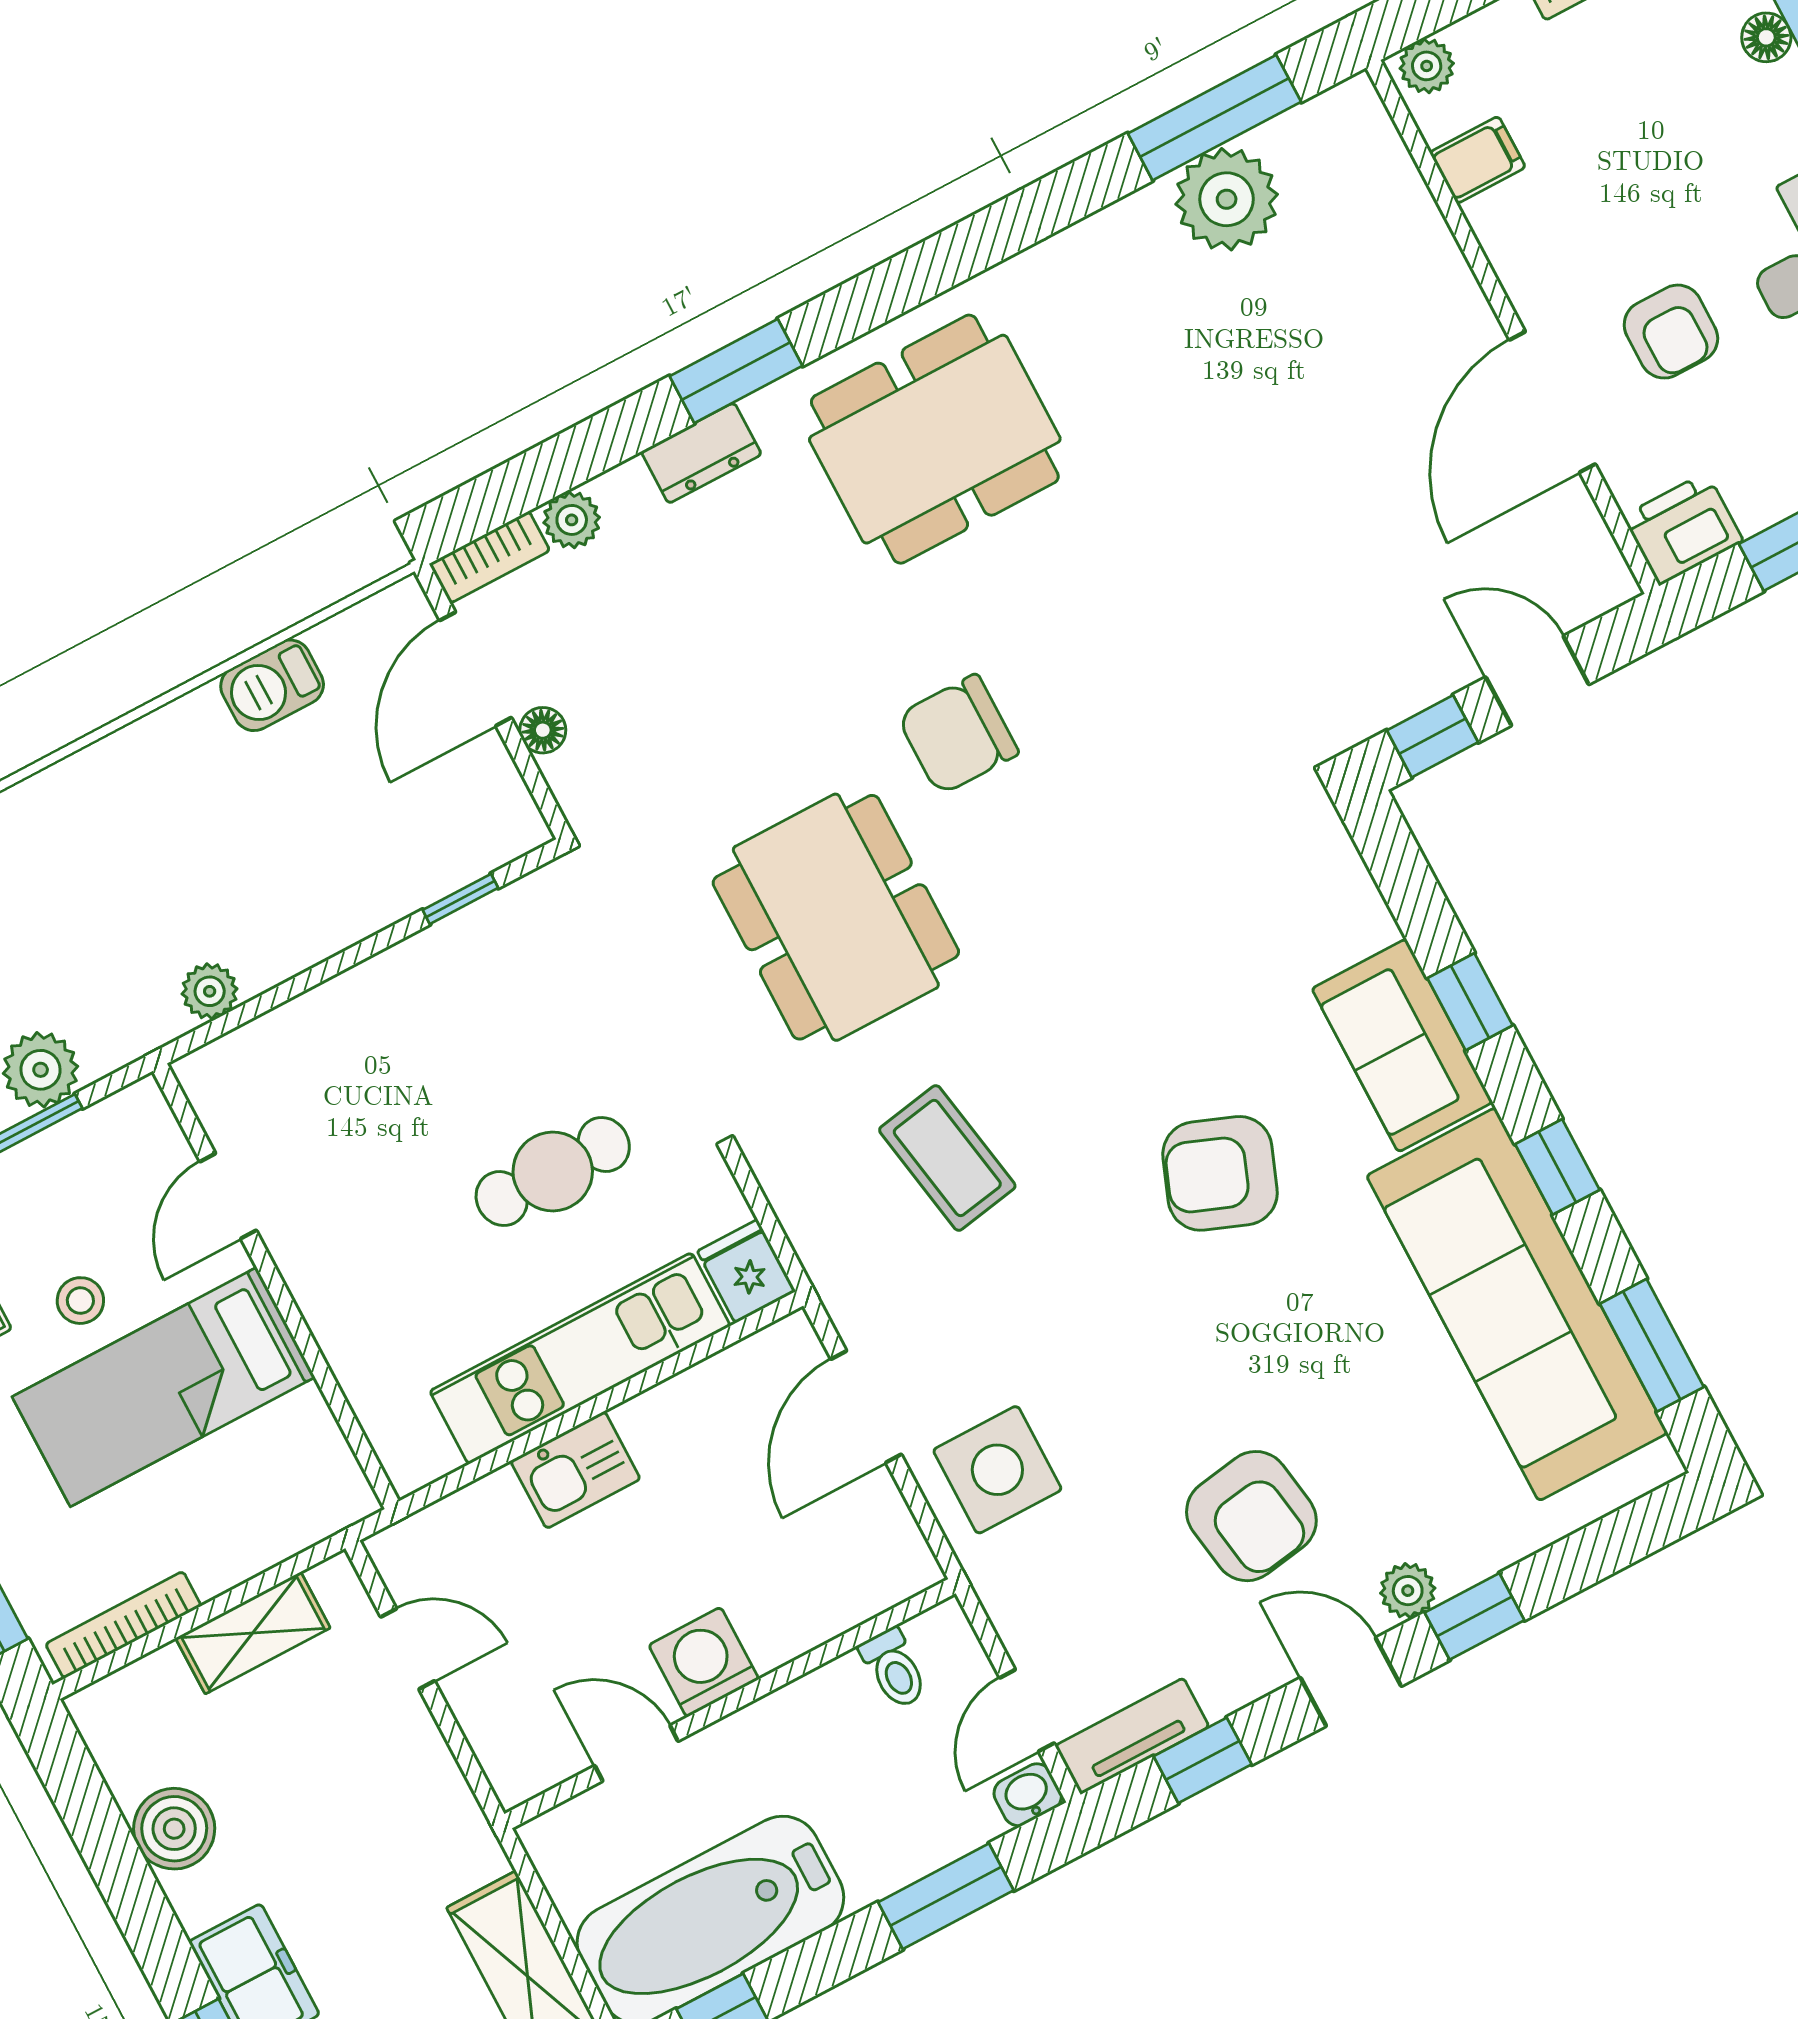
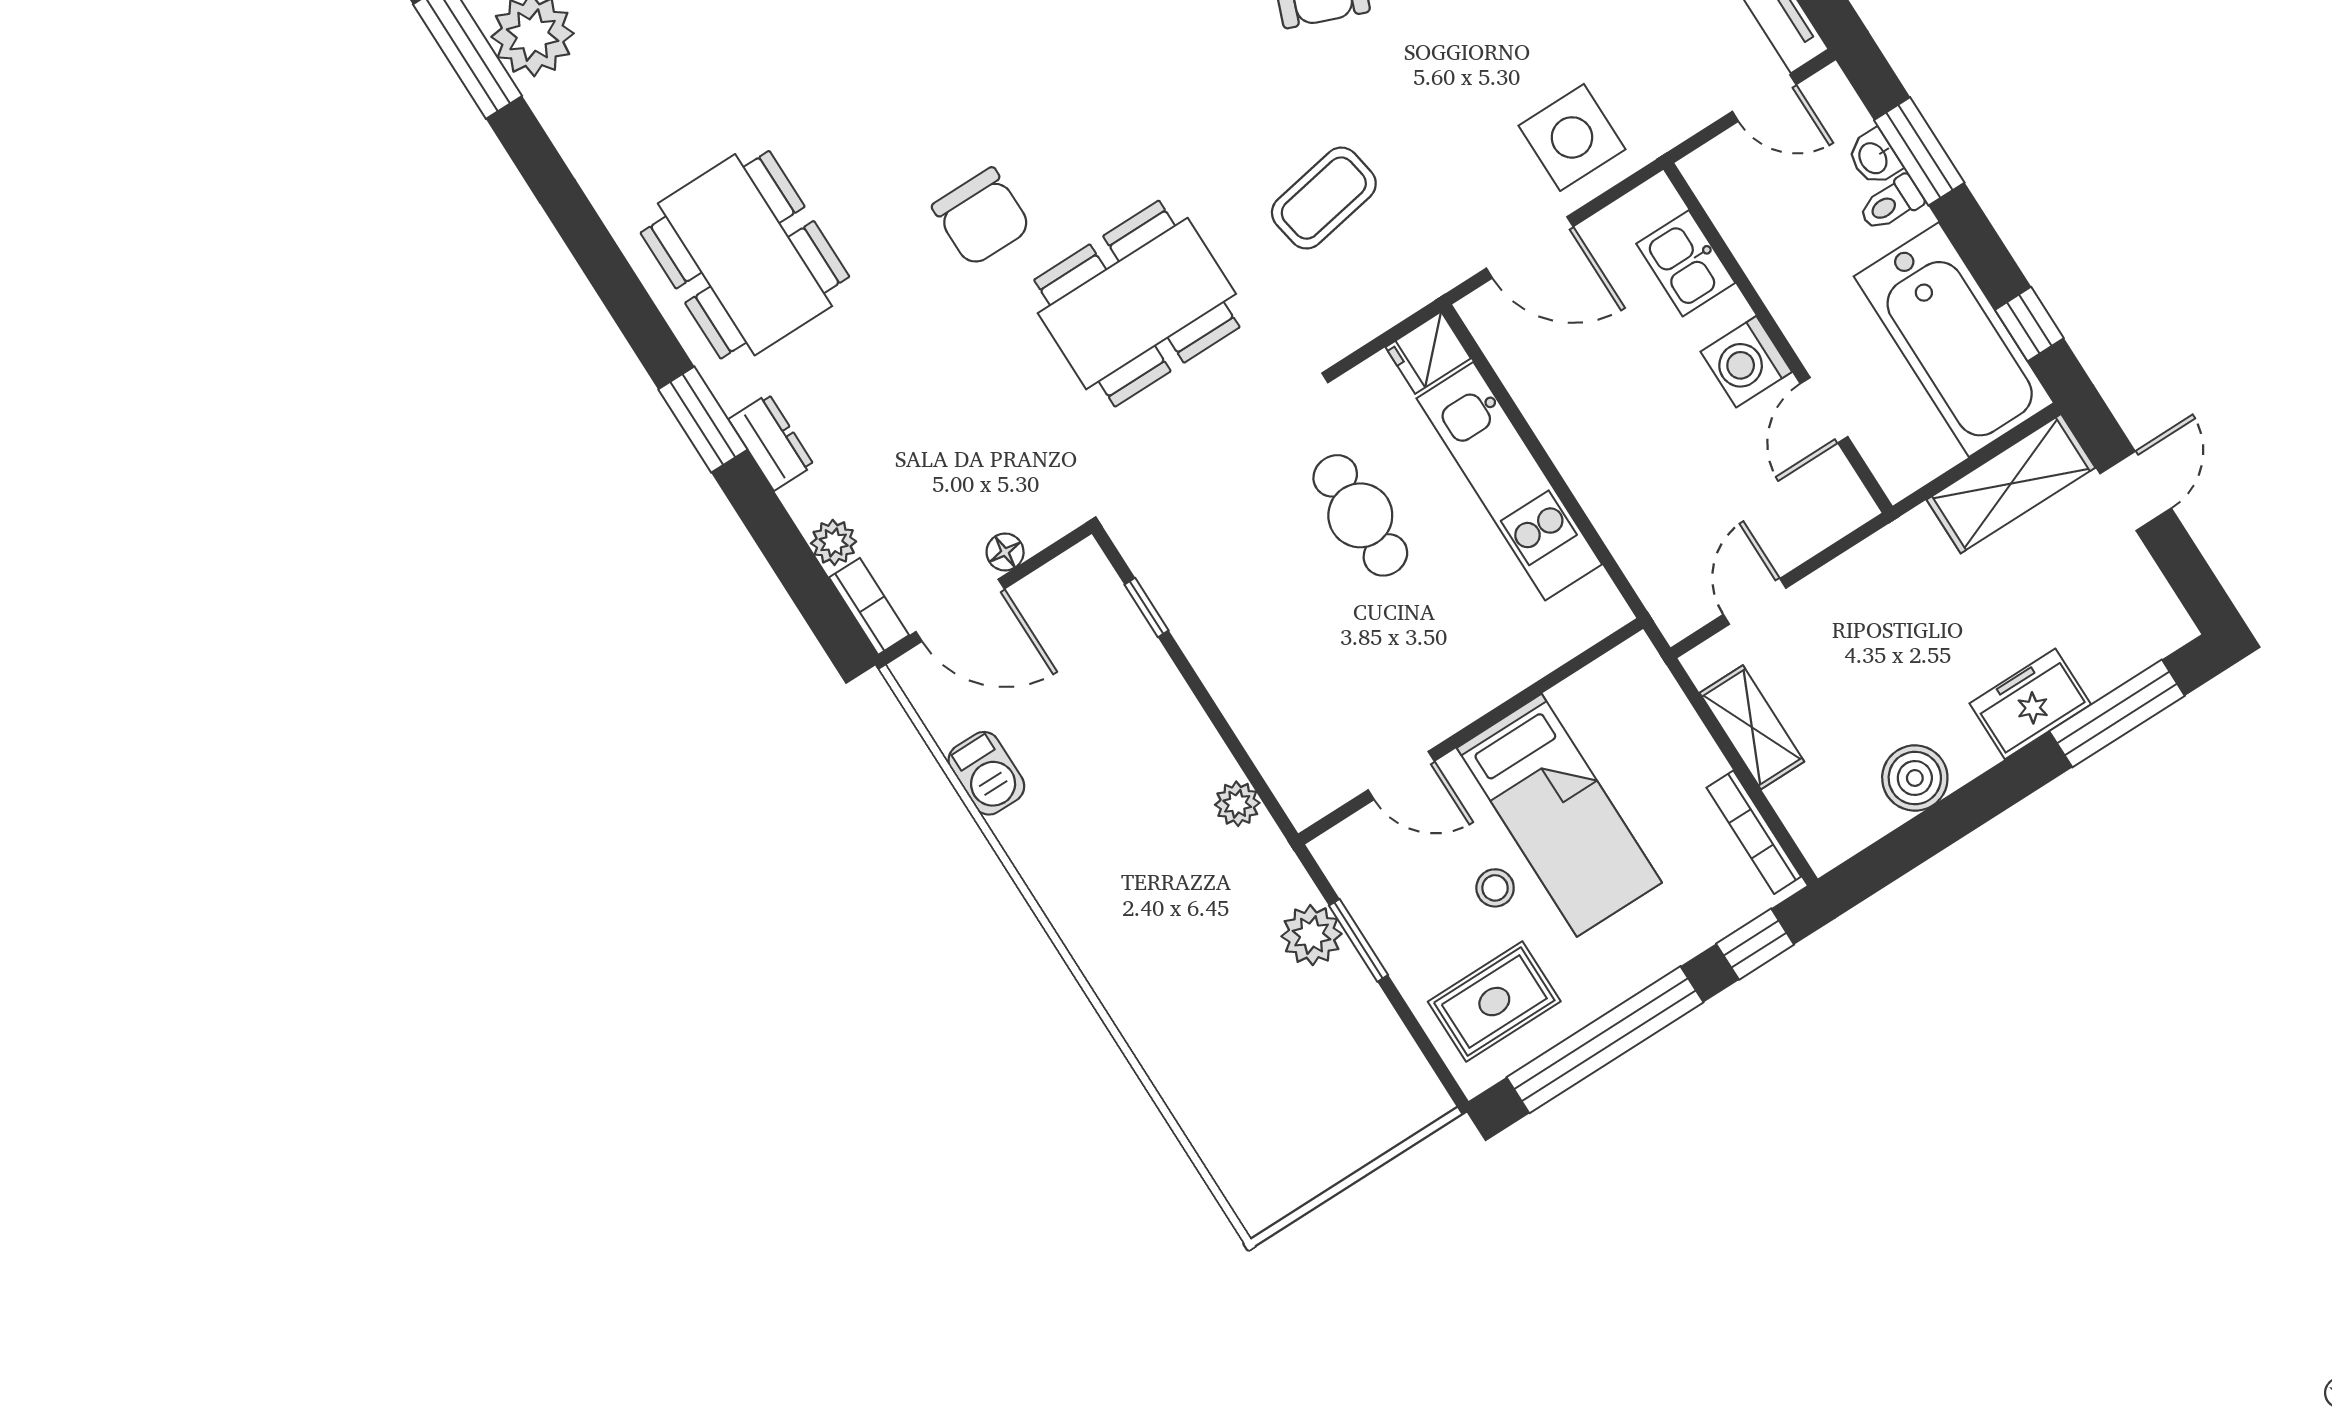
kitchen sink: (575, 1470) -> (1686, 263), moved, turned 180
toilet: (894, 1669) -> (1891, 204), moved, turned 180
washbasin: (1028, 1795) -> (1874, 158), moved

